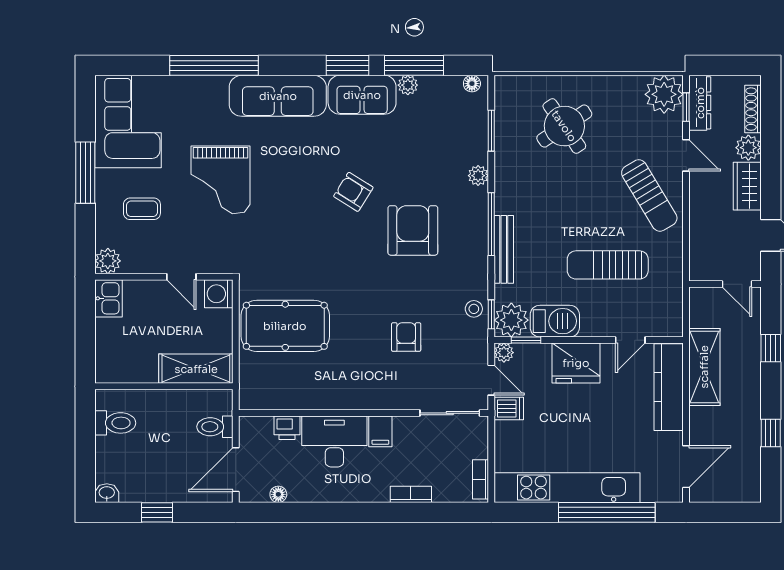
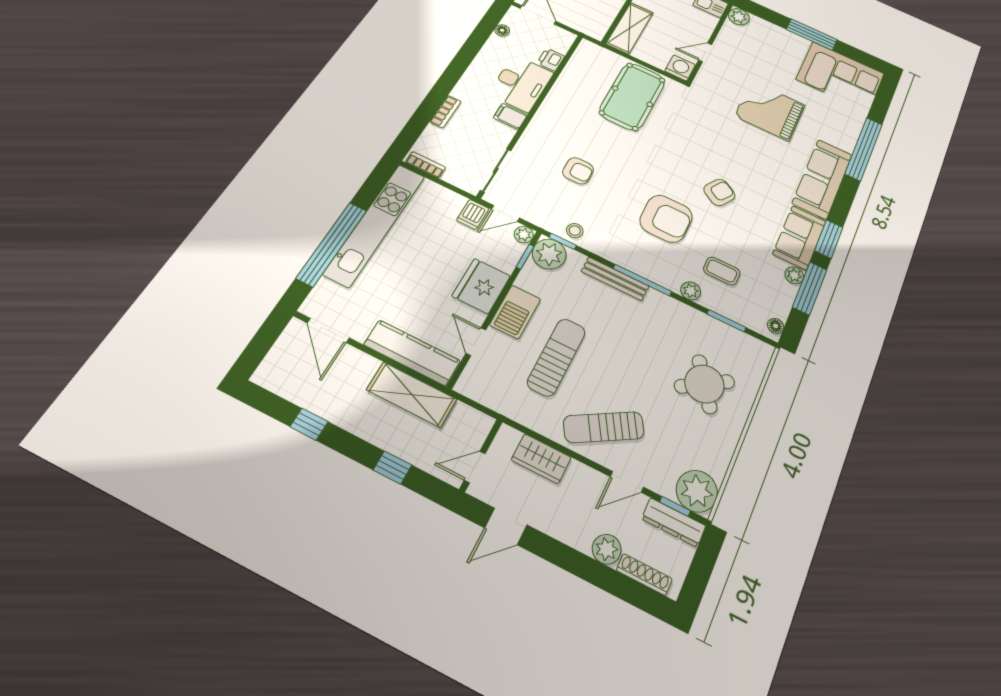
wardrobe: (747, 186) -> (541, 459), moved, turned 180
coffee table: (142, 209) -> (722, 271), moved, turned 90
barbecue: (555, 321) -> (515, 312), moved
toilet: (215, 427) -> (578, 18), removed

